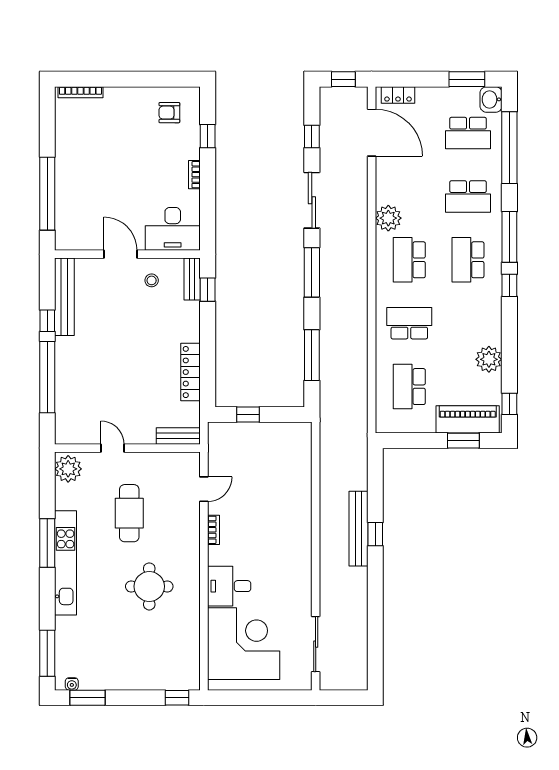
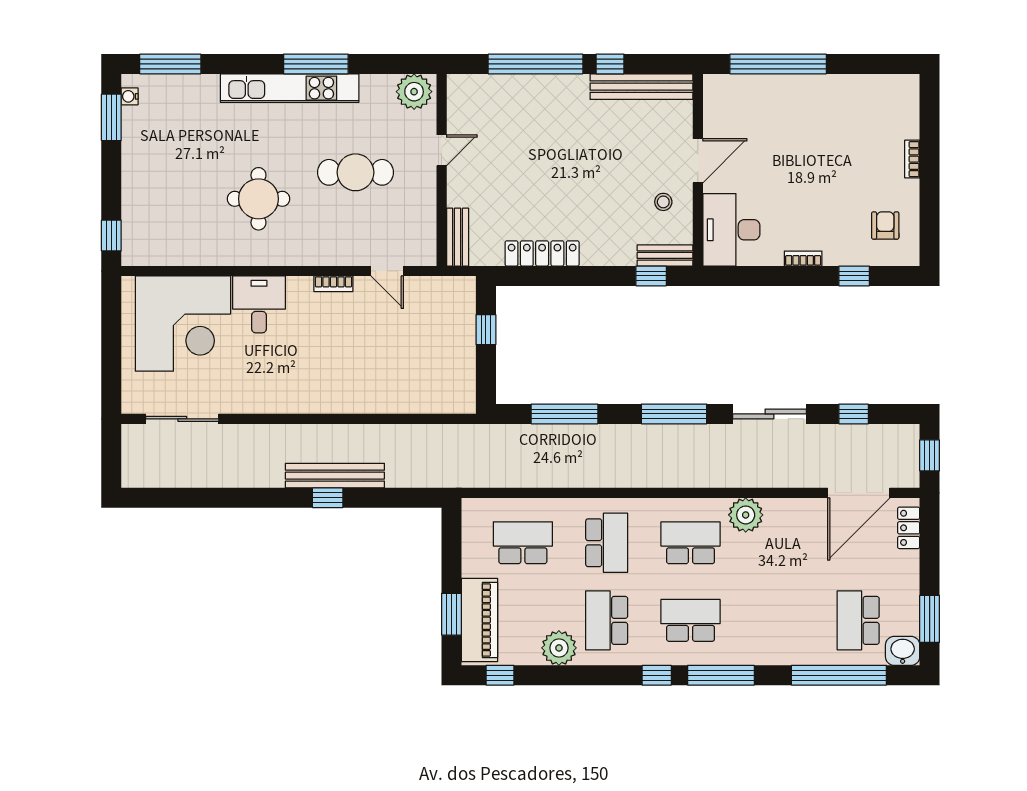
bookcase: (80, 92) -> (912, 159), moved, width x0.64
school desk: (468, 196) -> (607, 620), moved

